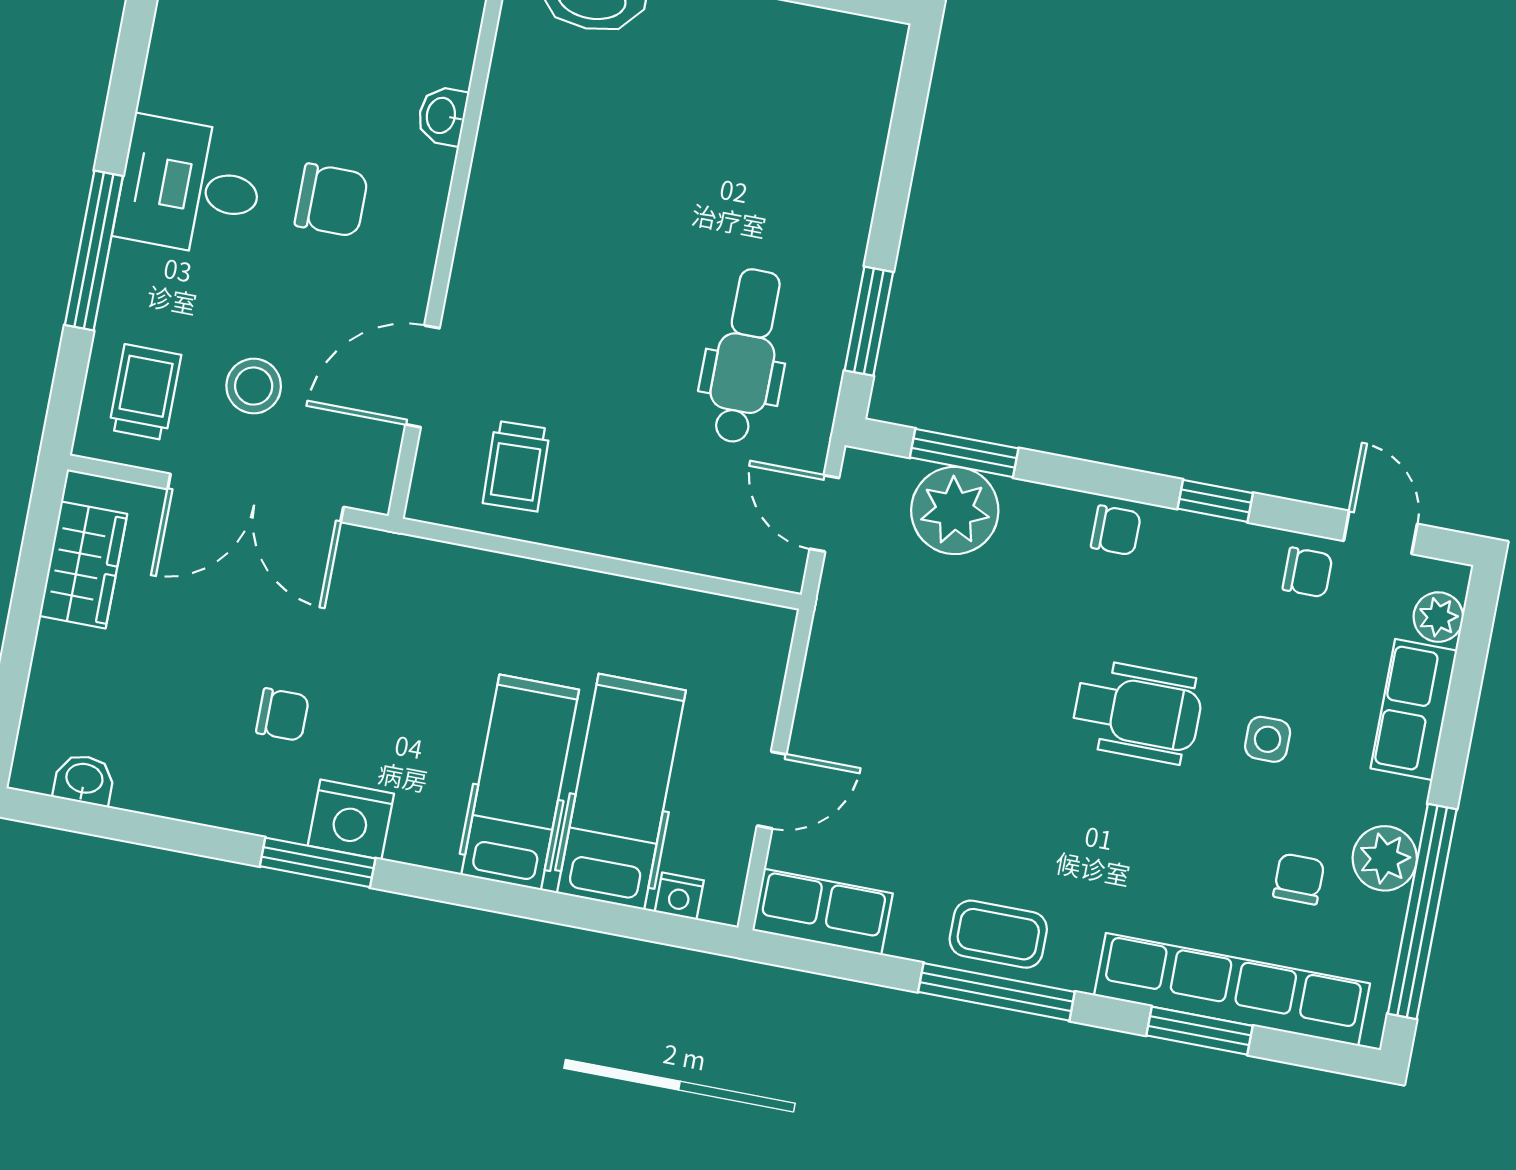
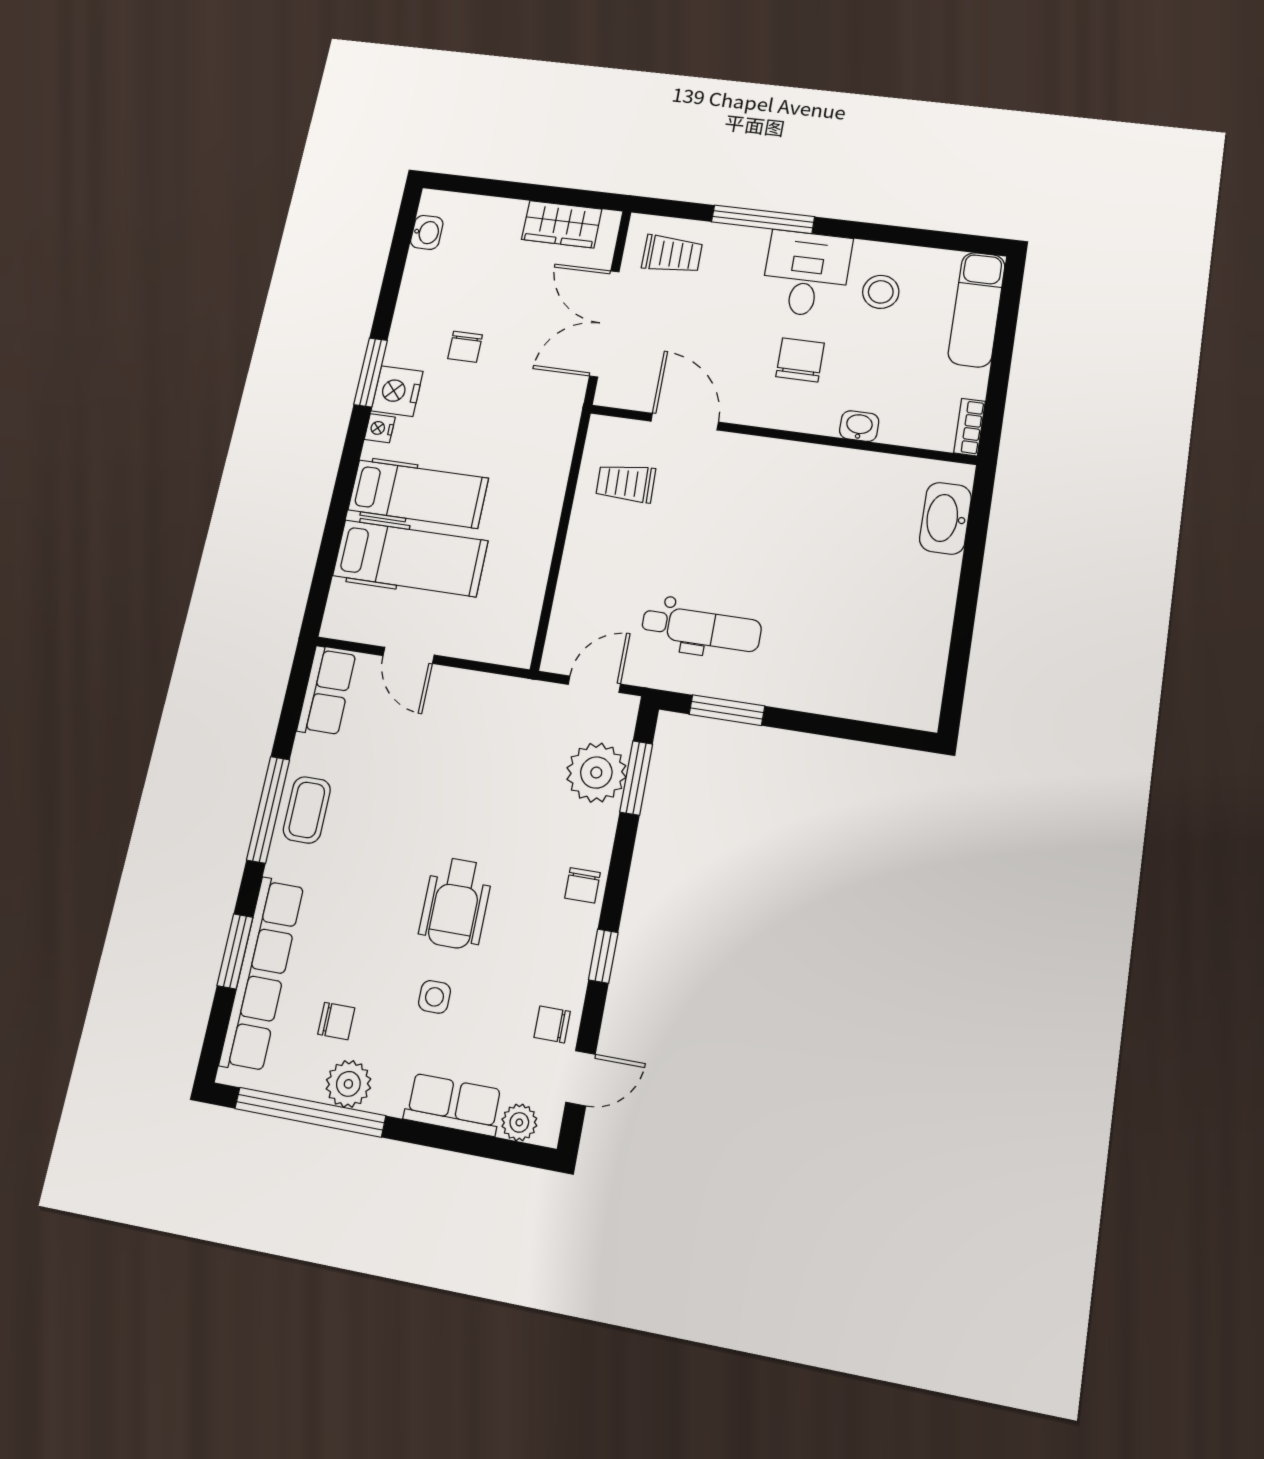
chair: (331, 200) -> (800, 360), turned 180
stool: (254, 386) -> (881, 292), moved
chair: (1308, 572) -> (552, 1024), turned 90
nightstand: (679, 896) -> (380, 428), moved

